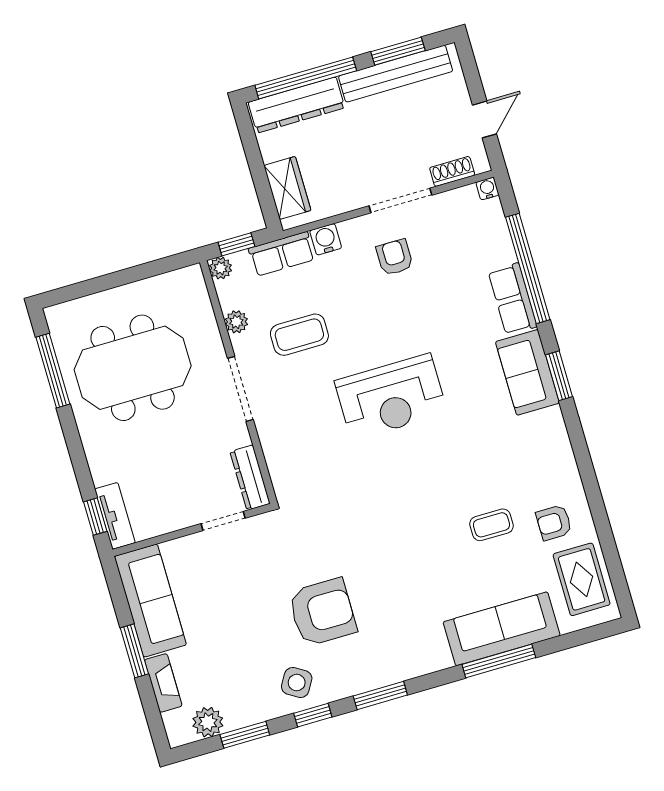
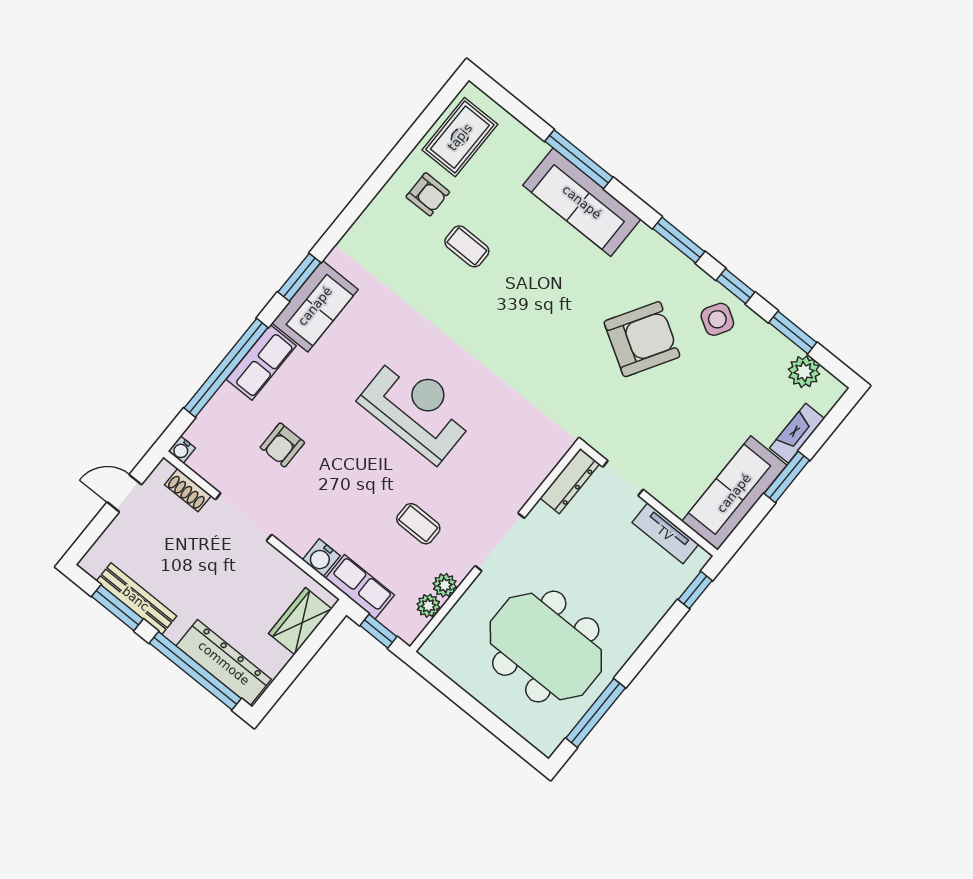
bench: (396, 74) -> (136, 599), width x0.73, depth x0.82
armchair: (395, 257) -> (282, 445), moved
plant: (221, 268) -> (428, 606), moved
coffee table: (299, 335) -> (418, 524), width x0.73, depth x0.77
tv unit: (115, 516) -> (665, 533), moved, turned -90
armchair: (322, 612) -> (642, 339), turned 121
sofa: (502, 629) -> (582, 202), moved

